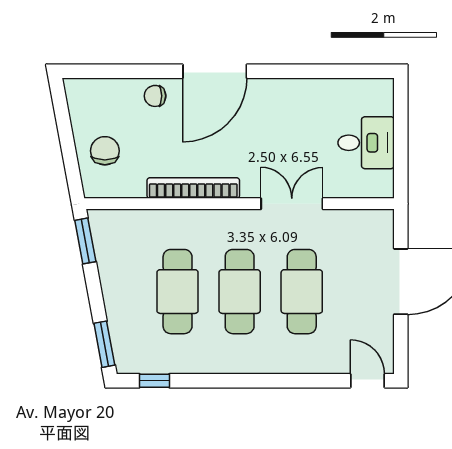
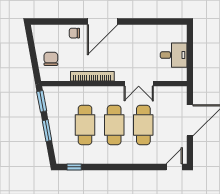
double door: (292, 204) -> (139, 84), swing flipped
window: (104, 344) -> (47, 131), moved
door: (368, 381) -> (174, 167), hinge flipped

